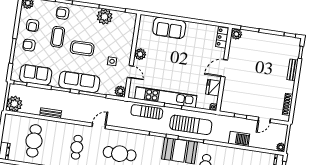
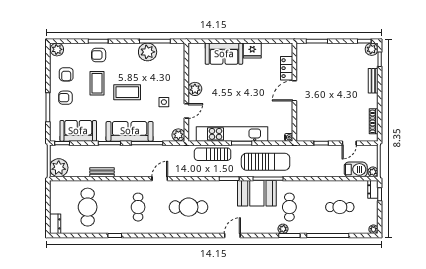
plant: (236, 34) -> (372, 49), moved
locker: (222, 37) -> (287, 68), moved
door: (130, 72) -> (186, 111), hinge flipped
fridge: (213, 88) -> (252, 50), moved, turned -90
barbecue: (239, 139) -> (356, 169), moved

